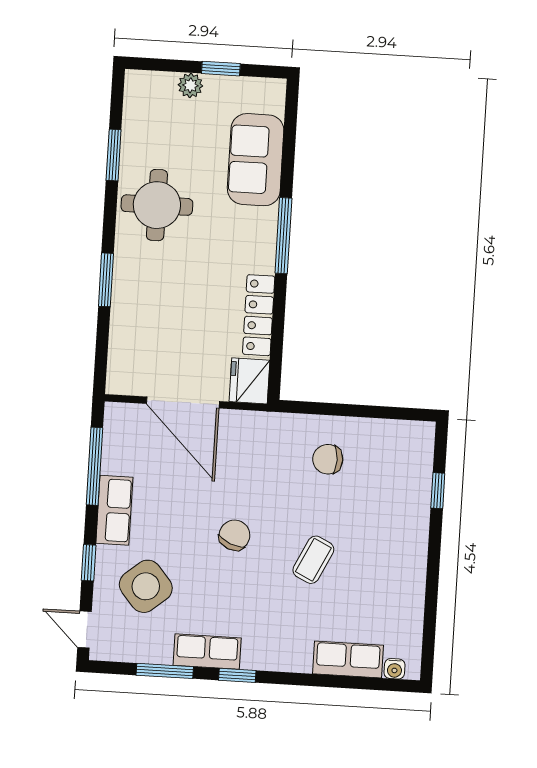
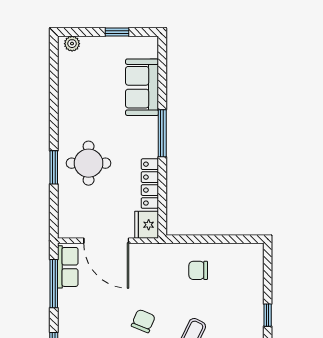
plant: (190, 85) -> (72, 44), moved
window: (114, 155) -> (54, 90), removed
round table: (157, 205) -> (89, 163), moved
window: (438, 491) -> (268, 315), moved
row of seats: (114, 510) -> (68, 267), moved

